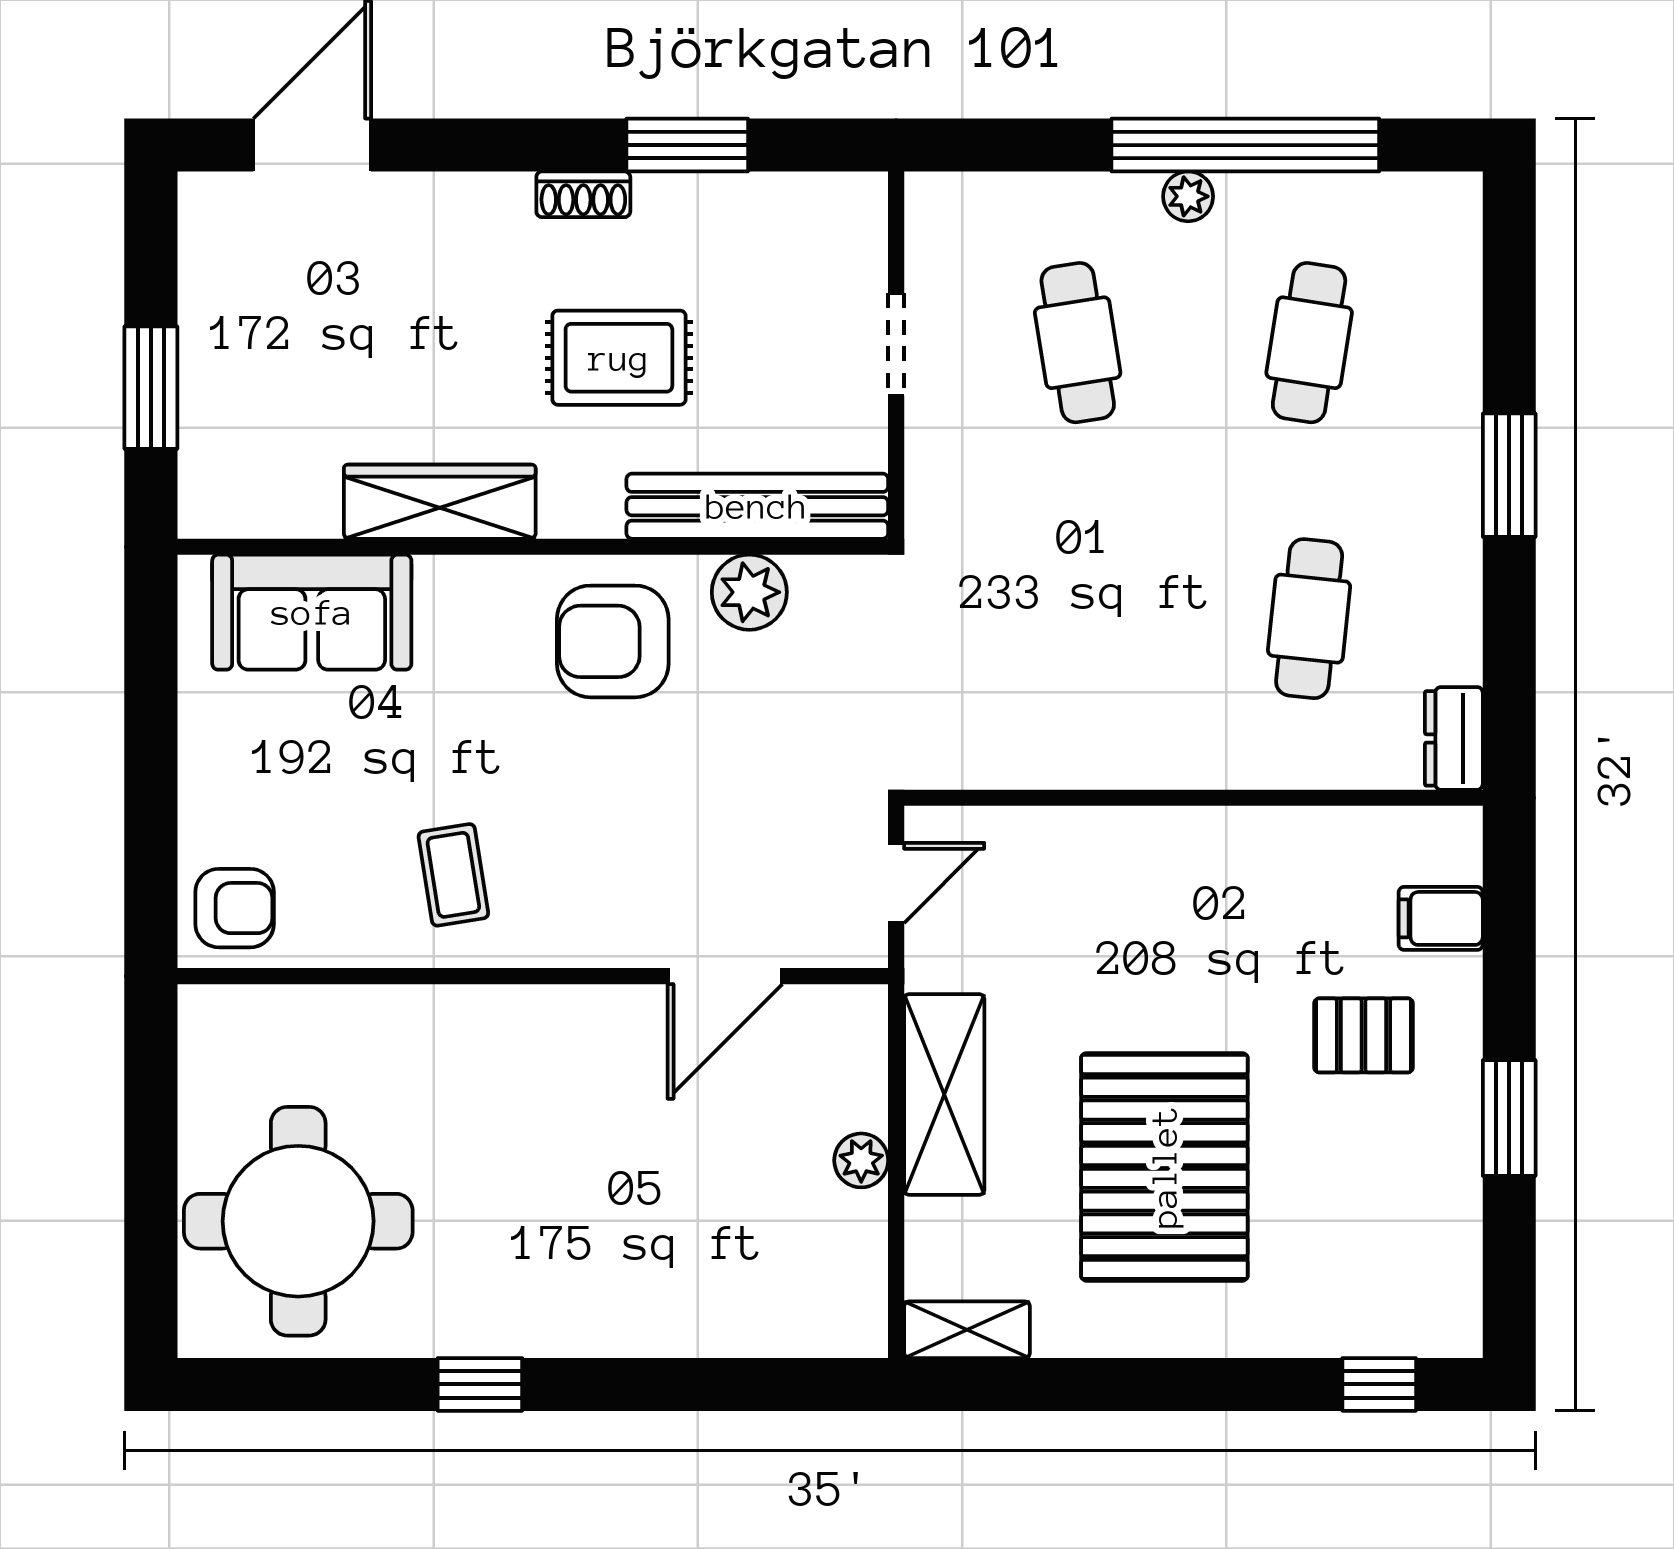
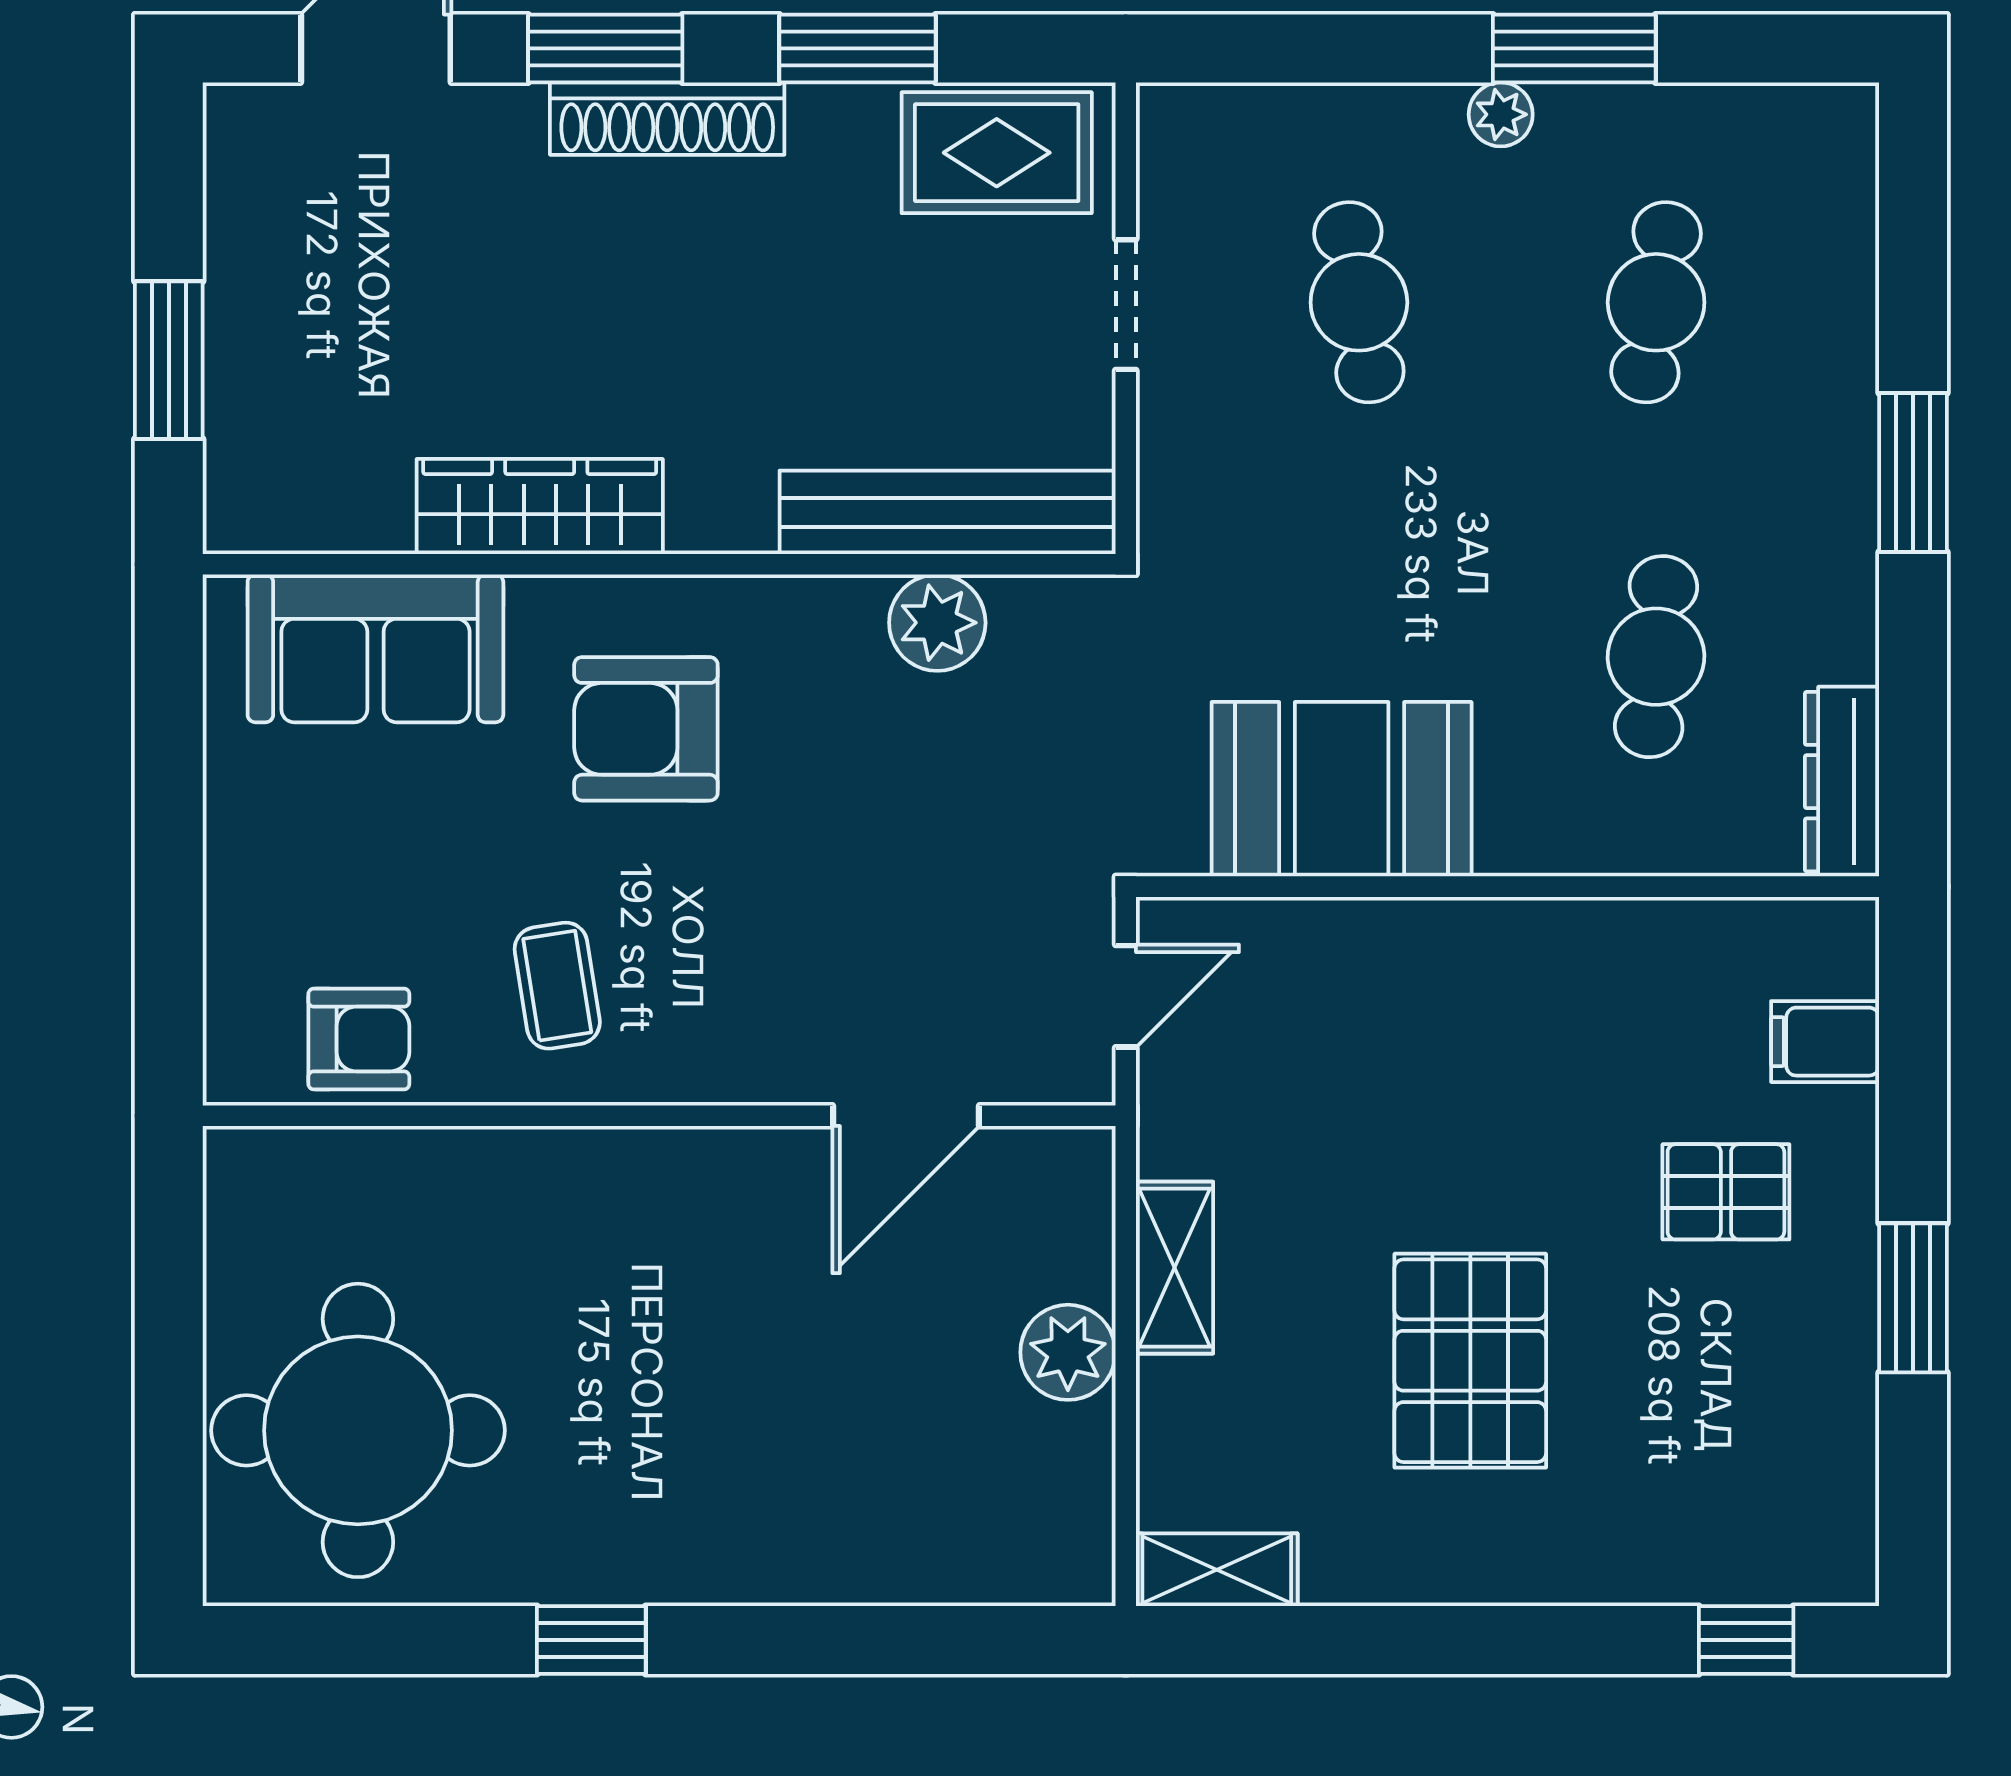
window: (491, 145) -> (605, 48), added
window: (1245, 145) -> (1574, 48), width x0.47
shoe rack: (583, 194) -> (667, 119), width x1.94, depth x1.24
rug: (619, 358) -> (997, 153), moved
armchair: (613, 641) -> (646, 729), moved
booth: (1064, 722) -> (1342, 789), added
dresser: (1454, 738) -> (1842, 782), width x1.44
armchair: (235, 908) -> (359, 1039), moved
shelving: (944, 1094) -> (1175, 1268), width x0.67, depth x0.75
plant: (861, 1160) -> (1068, 1352), width x1.38, depth x1.38
pallet: (1164, 1167) -> (1470, 1361), width x0.73, depth x0.71

